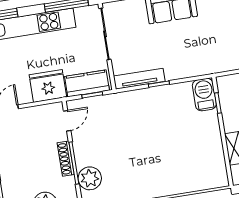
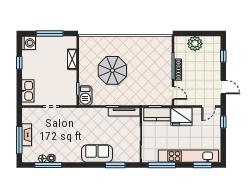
door: (67, 121) -> (173, 93), swing flipped
parasol: (168, 141) -> (112, 70), added
plant: (90, 178) -> (165, 55), removed

